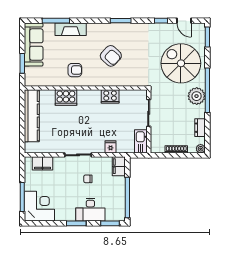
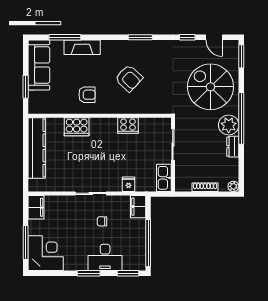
dresser: (200, 128) -> (233, 147), moved
filing cabinet: (42, 163) -> (36, 207), moved, turned -90

